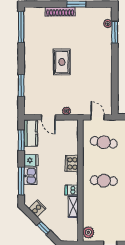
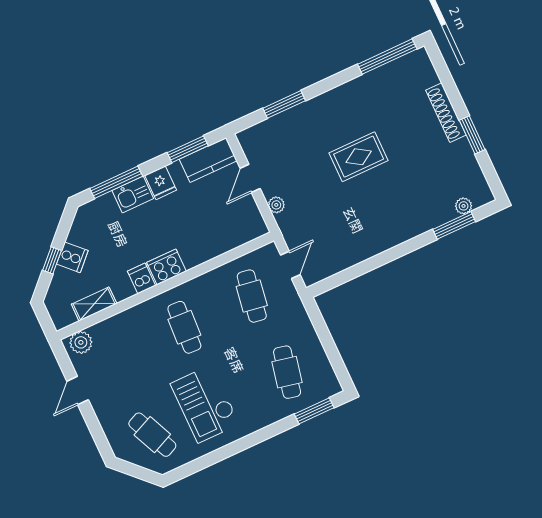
cooker: (72, 163) -> (167, 267), moved
shelving: (73, 207) -> (94, 304), moved
cooker: (37, 208) -> (72, 257), moved

